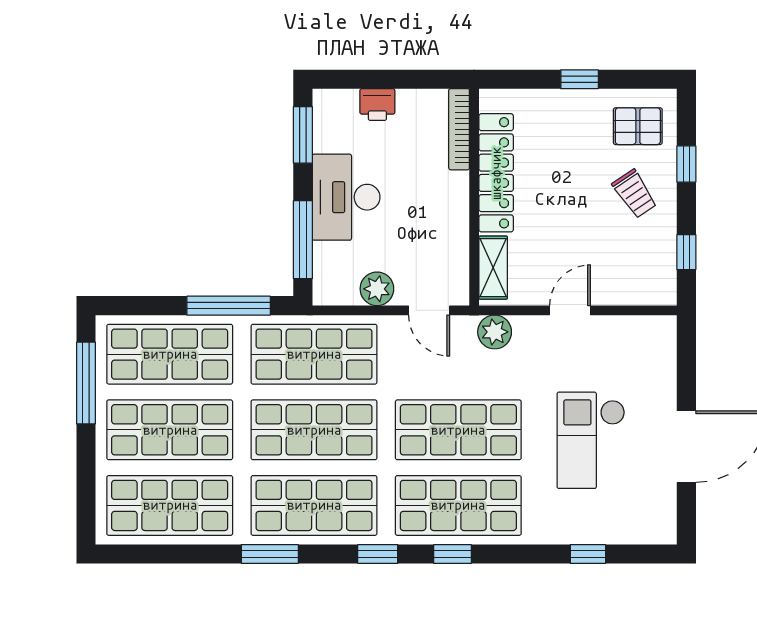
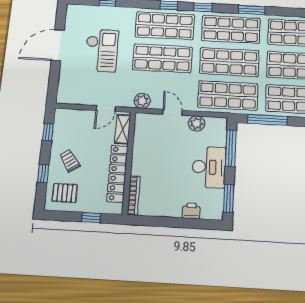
bookcase: (459, 129) -> (134, 195), moved
locker: (496, 173) -> (117, 174), moved
wall: (474, 197) -> (129, 163), moved
shelving: (493, 268) -> (123, 129), moved

